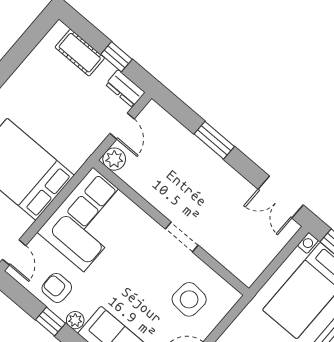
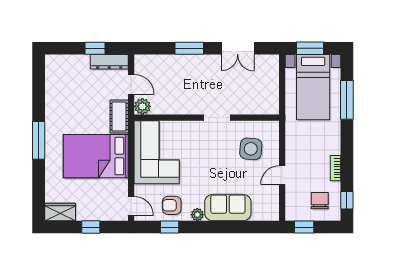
cot: (80, 53) -> (119, 116), moved, turned 90
dresser: (125, 88) -> (109, 62), width x1.44
double door: (281, 197) -> (238, 48), moved
window: (50, 322) -> (170, 227), moved

